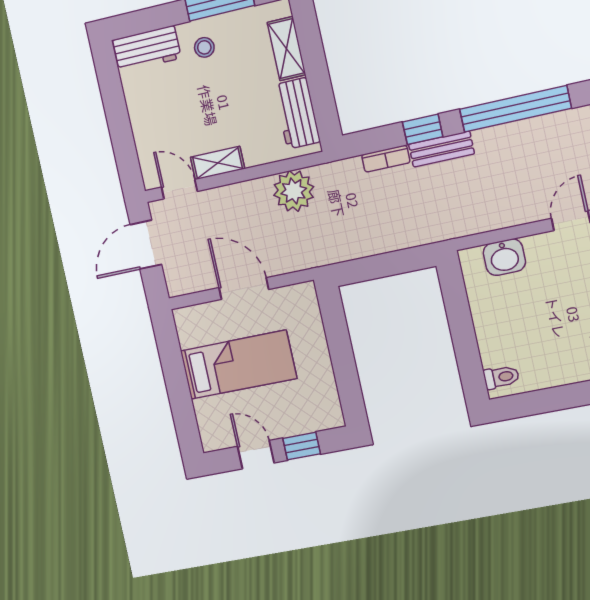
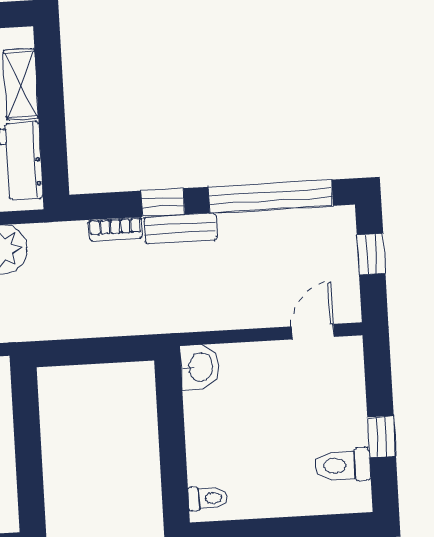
washbasin: (504, 257) -> (200, 367), moved, turned -90

